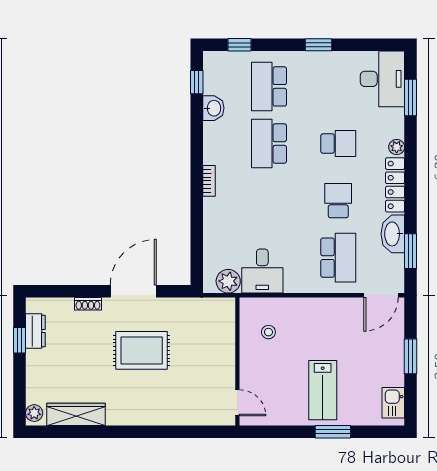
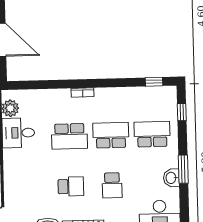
window: (318, 45) -> (183, 169), width x1.50
washbasin: (213, 108) -> (171, 178), moved, turned 90
school desk: (338, 258) -> (69, 136), moved

